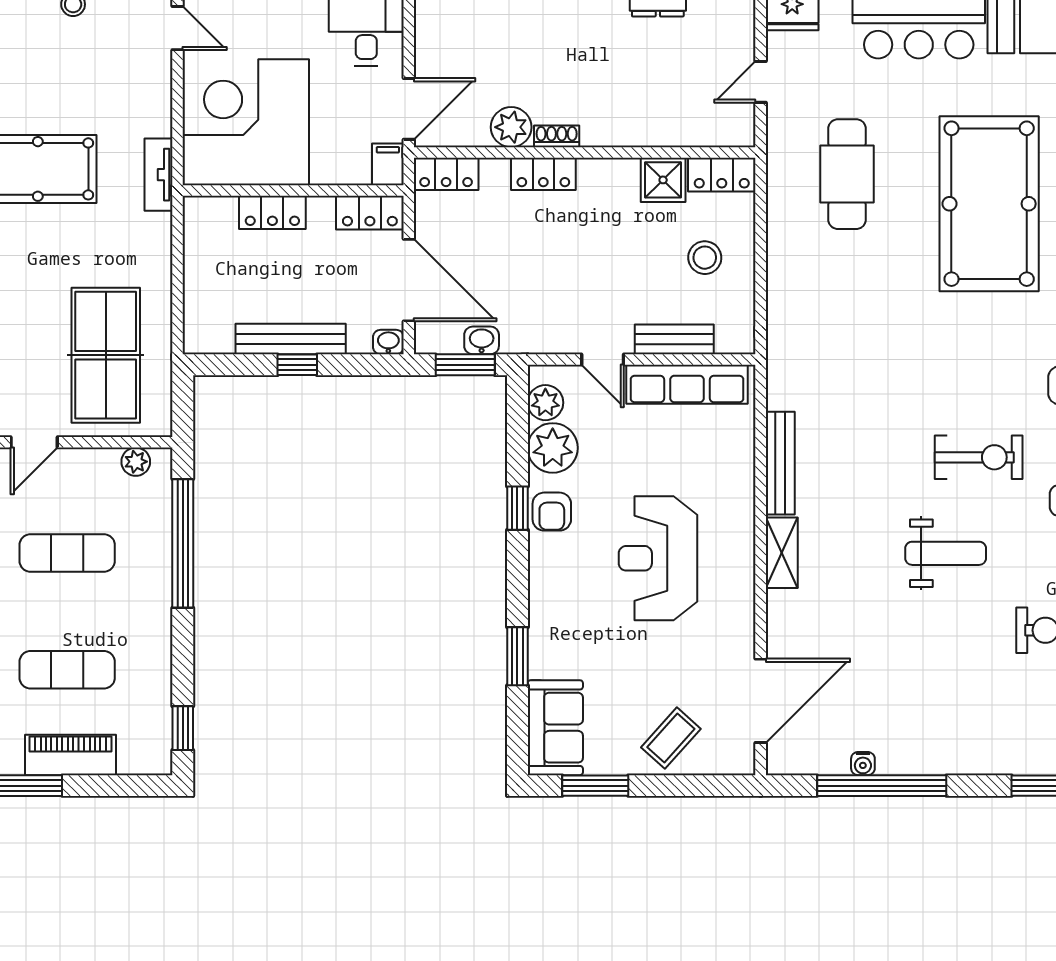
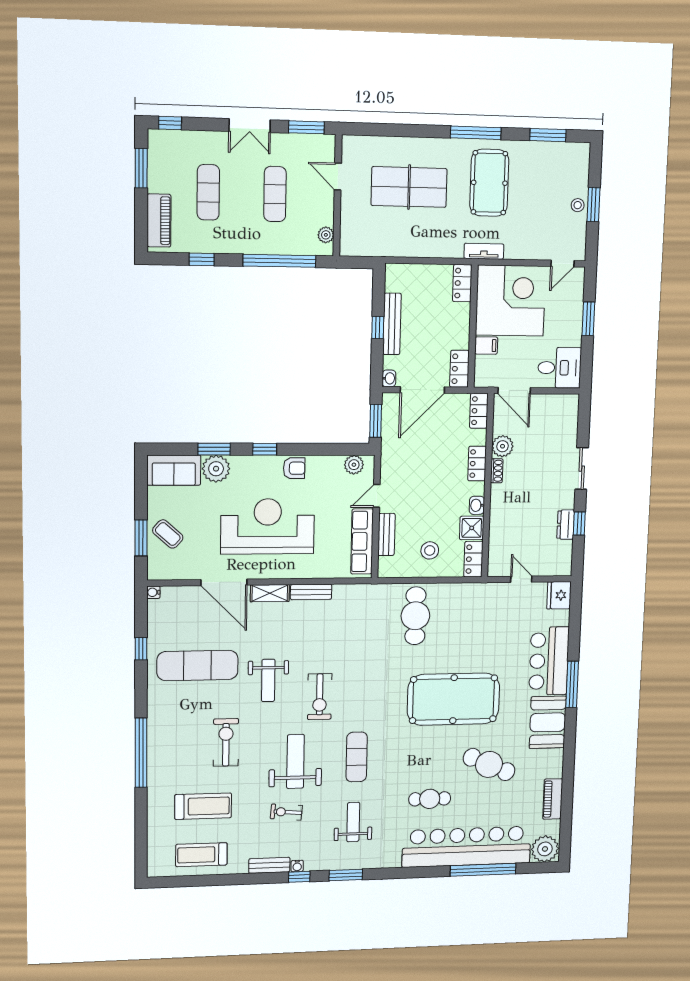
filing cabinet: (388, 164) -> (486, 346), moved
cafe table: (847, 174) -> (415, 616), moved, turned 90
locker: (272, 212) -> (462, 283), moved
washbasin: (482, 340) -> (477, 505), moved, turned 180
table tennis table: (106, 355) -> (409, 187), moved
plant: (553, 448) -> (216, 469), moved
bench: (780, 463) -> (311, 592), width x0.73
window: (517, 508) -> (265, 449), moved
armchair: (552, 512) -> (294, 468), turned 180
reception desk: (658, 558) -> (268, 526), width x1.36, depth x1.30
exercise mat: (915, 683) -> (197, 665), added
door: (761, 701) -> (224, 582), moved
window: (183, 728) -> (202, 259), moved
piano: (70, 755) -> (159, 221), moved
water cooler: (863, 764) -> (153, 592), moved
window: (595, 786) -> (141, 538), moved
window: (882, 786) -> (141, 649), width x0.32

